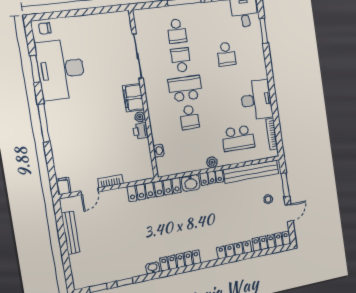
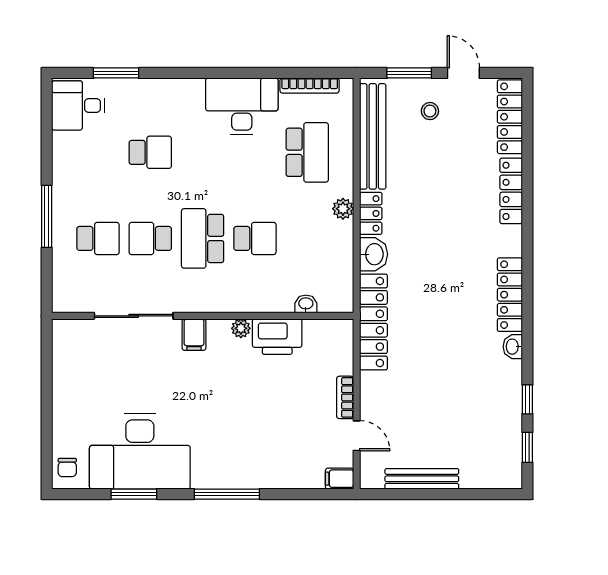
filing cabinet: (133, 98) -> (194, 335), width x0.50
printer: (141, 131) -> (277, 337), width x1.87, depth x1.48

